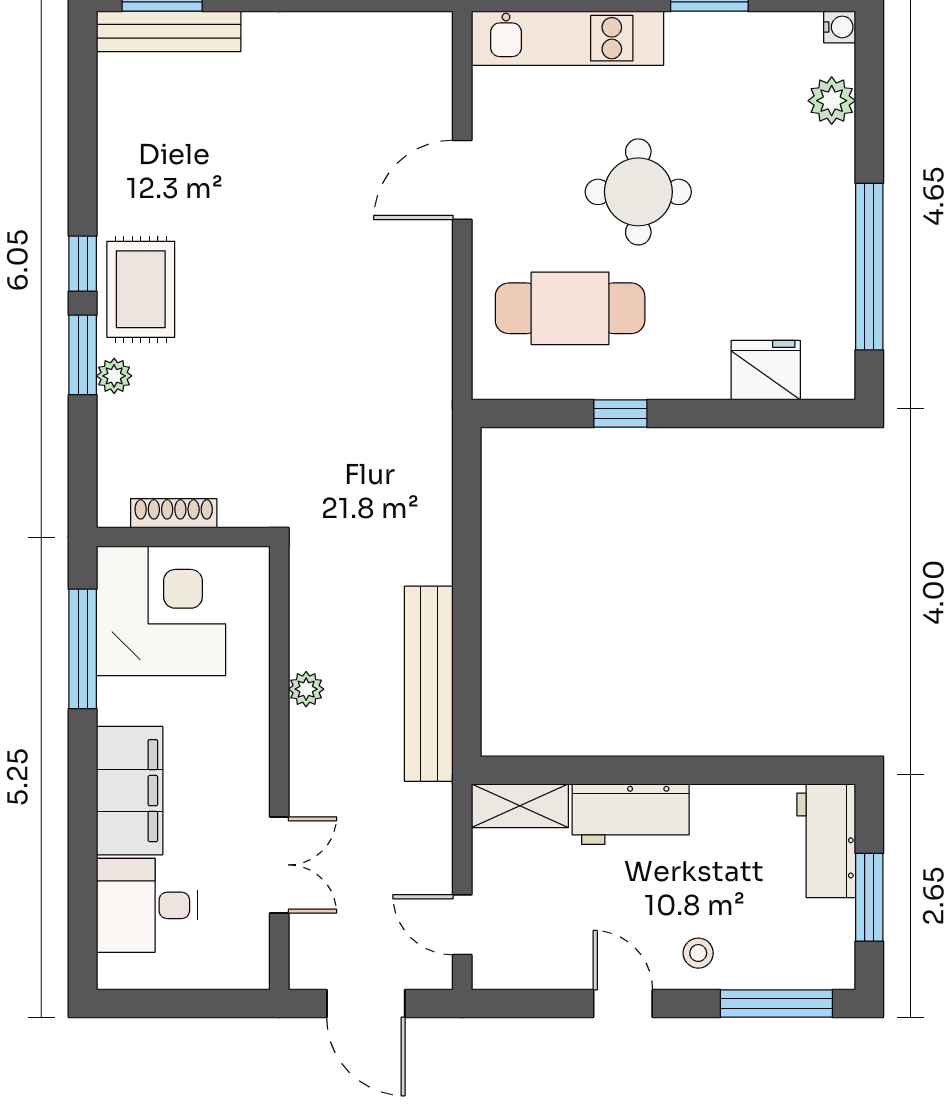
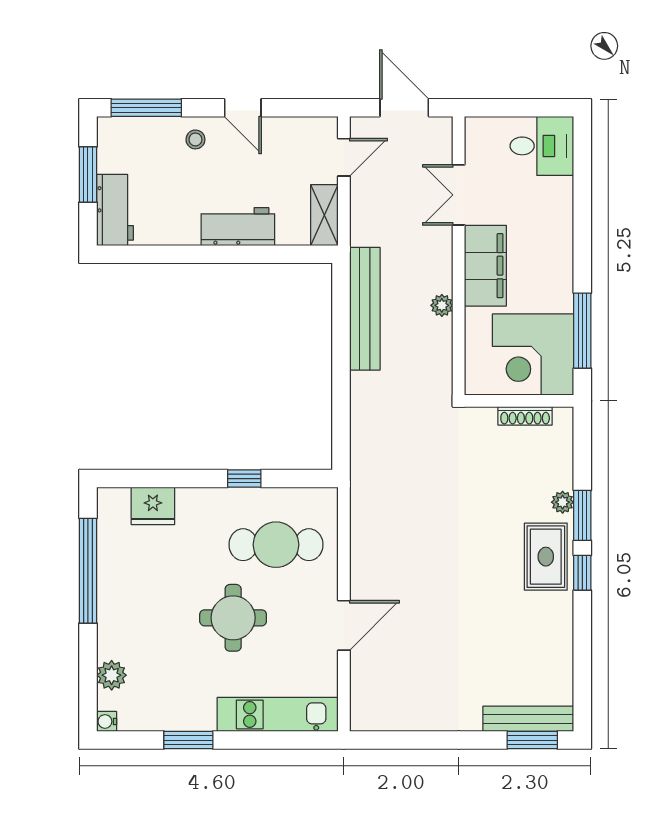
filing cabinet: (130, 791) -> (485, 266), moved, turned 180
shelving: (520, 806) -> (324, 215), moved, turned 90
desk: (147, 905) -> (542, 146), moved
door: (462, 925) -> (344, 157), hinge flipped

